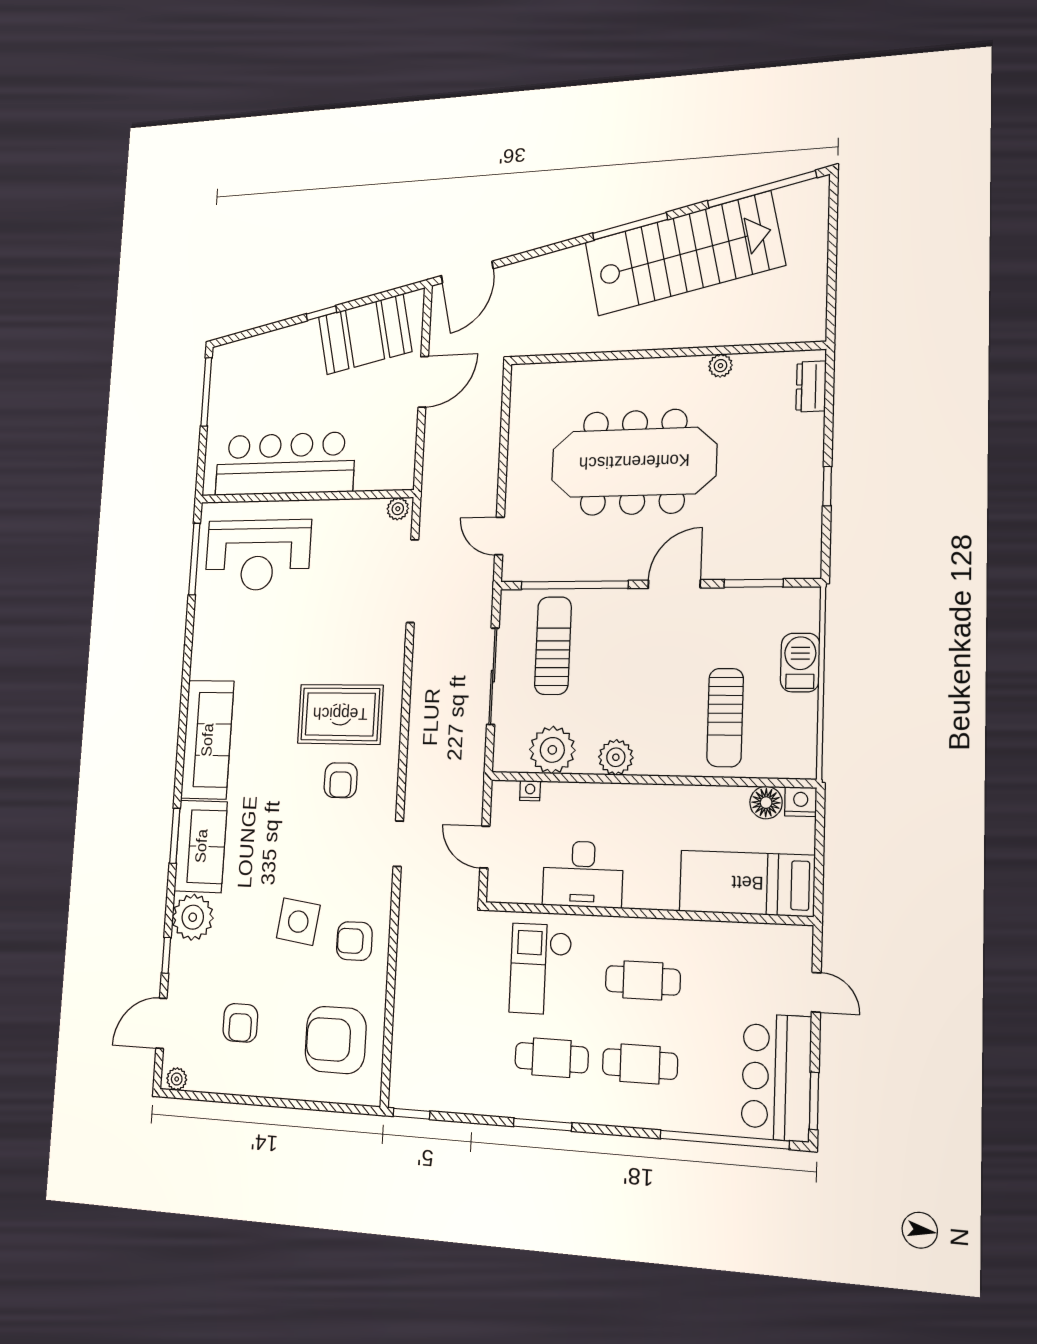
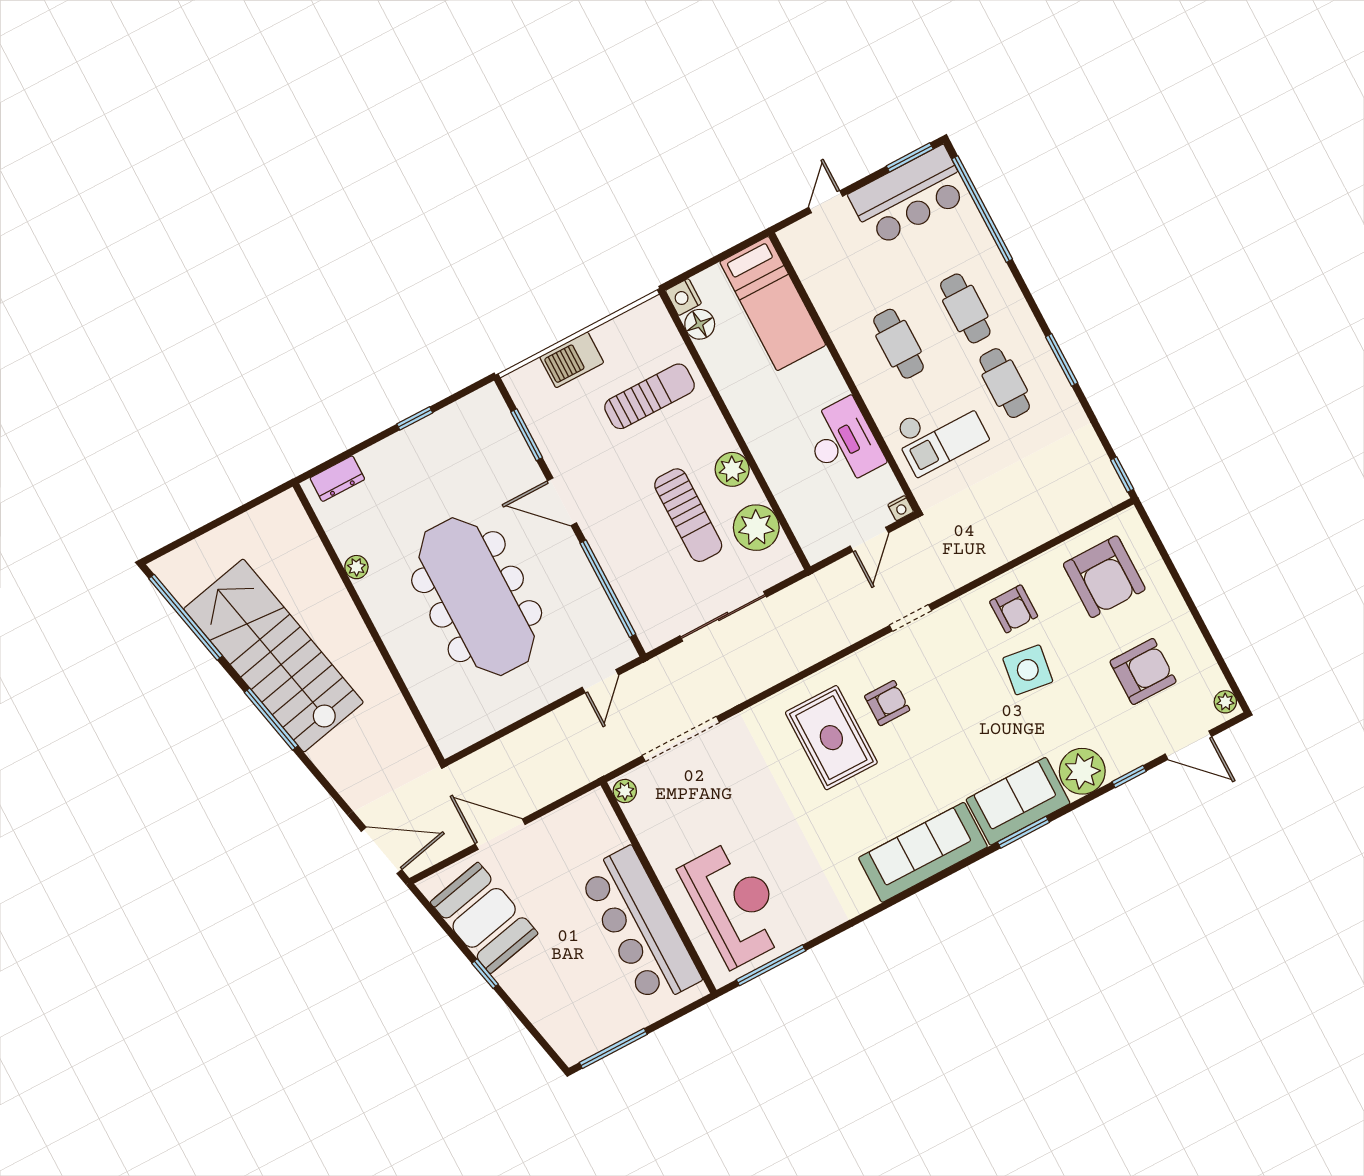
sun lounger: (553, 646) -> (688, 515), moved, turned -90
nightstand: (530, 791) -> (901, 508), moved, turned -90
armchair: (240, 1023) -> (1143, 672), width x1.38, depth x1.38

